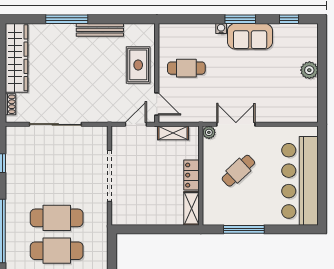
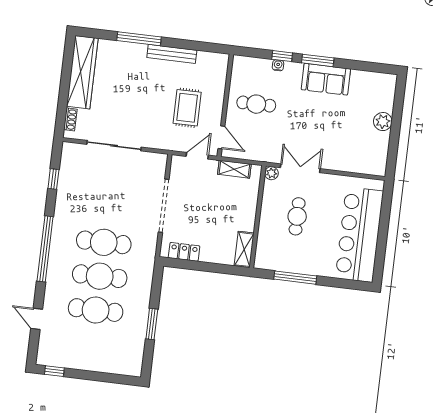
window: (289, 19) -> (282, 56), moved
water cooler: (221, 29) -> (278, 65), moved
rug: (138, 65) -> (187, 108), moved
cafe table: (238, 171) -> (297, 216), turned -47
locker: (192, 175) -> (184, 252), moved, turned 90

